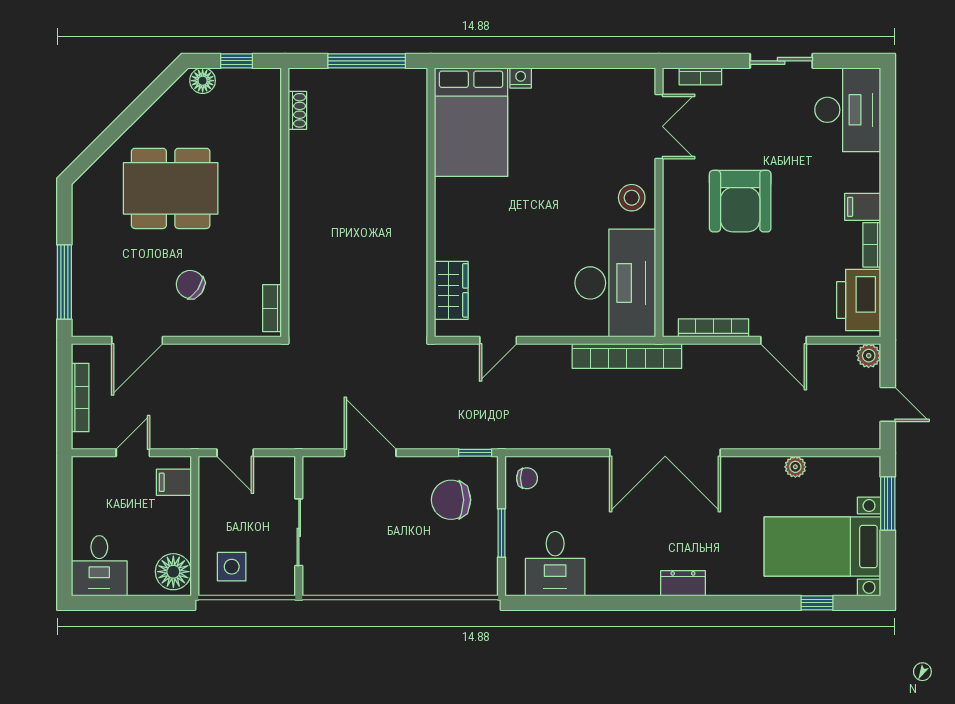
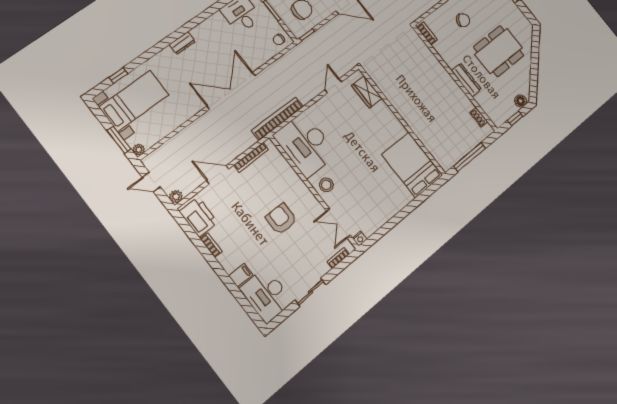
nightstand: (521, 78) -> (360, 239), moved
dresser: (268, 184) -> (466, 80), added
armchair: (740, 201) -> (281, 219), width x0.73, depth x0.73
filing cabinet: (863, 207) -> (241, 275), moved
plant: (795, 467) -> (139, 150), moved

